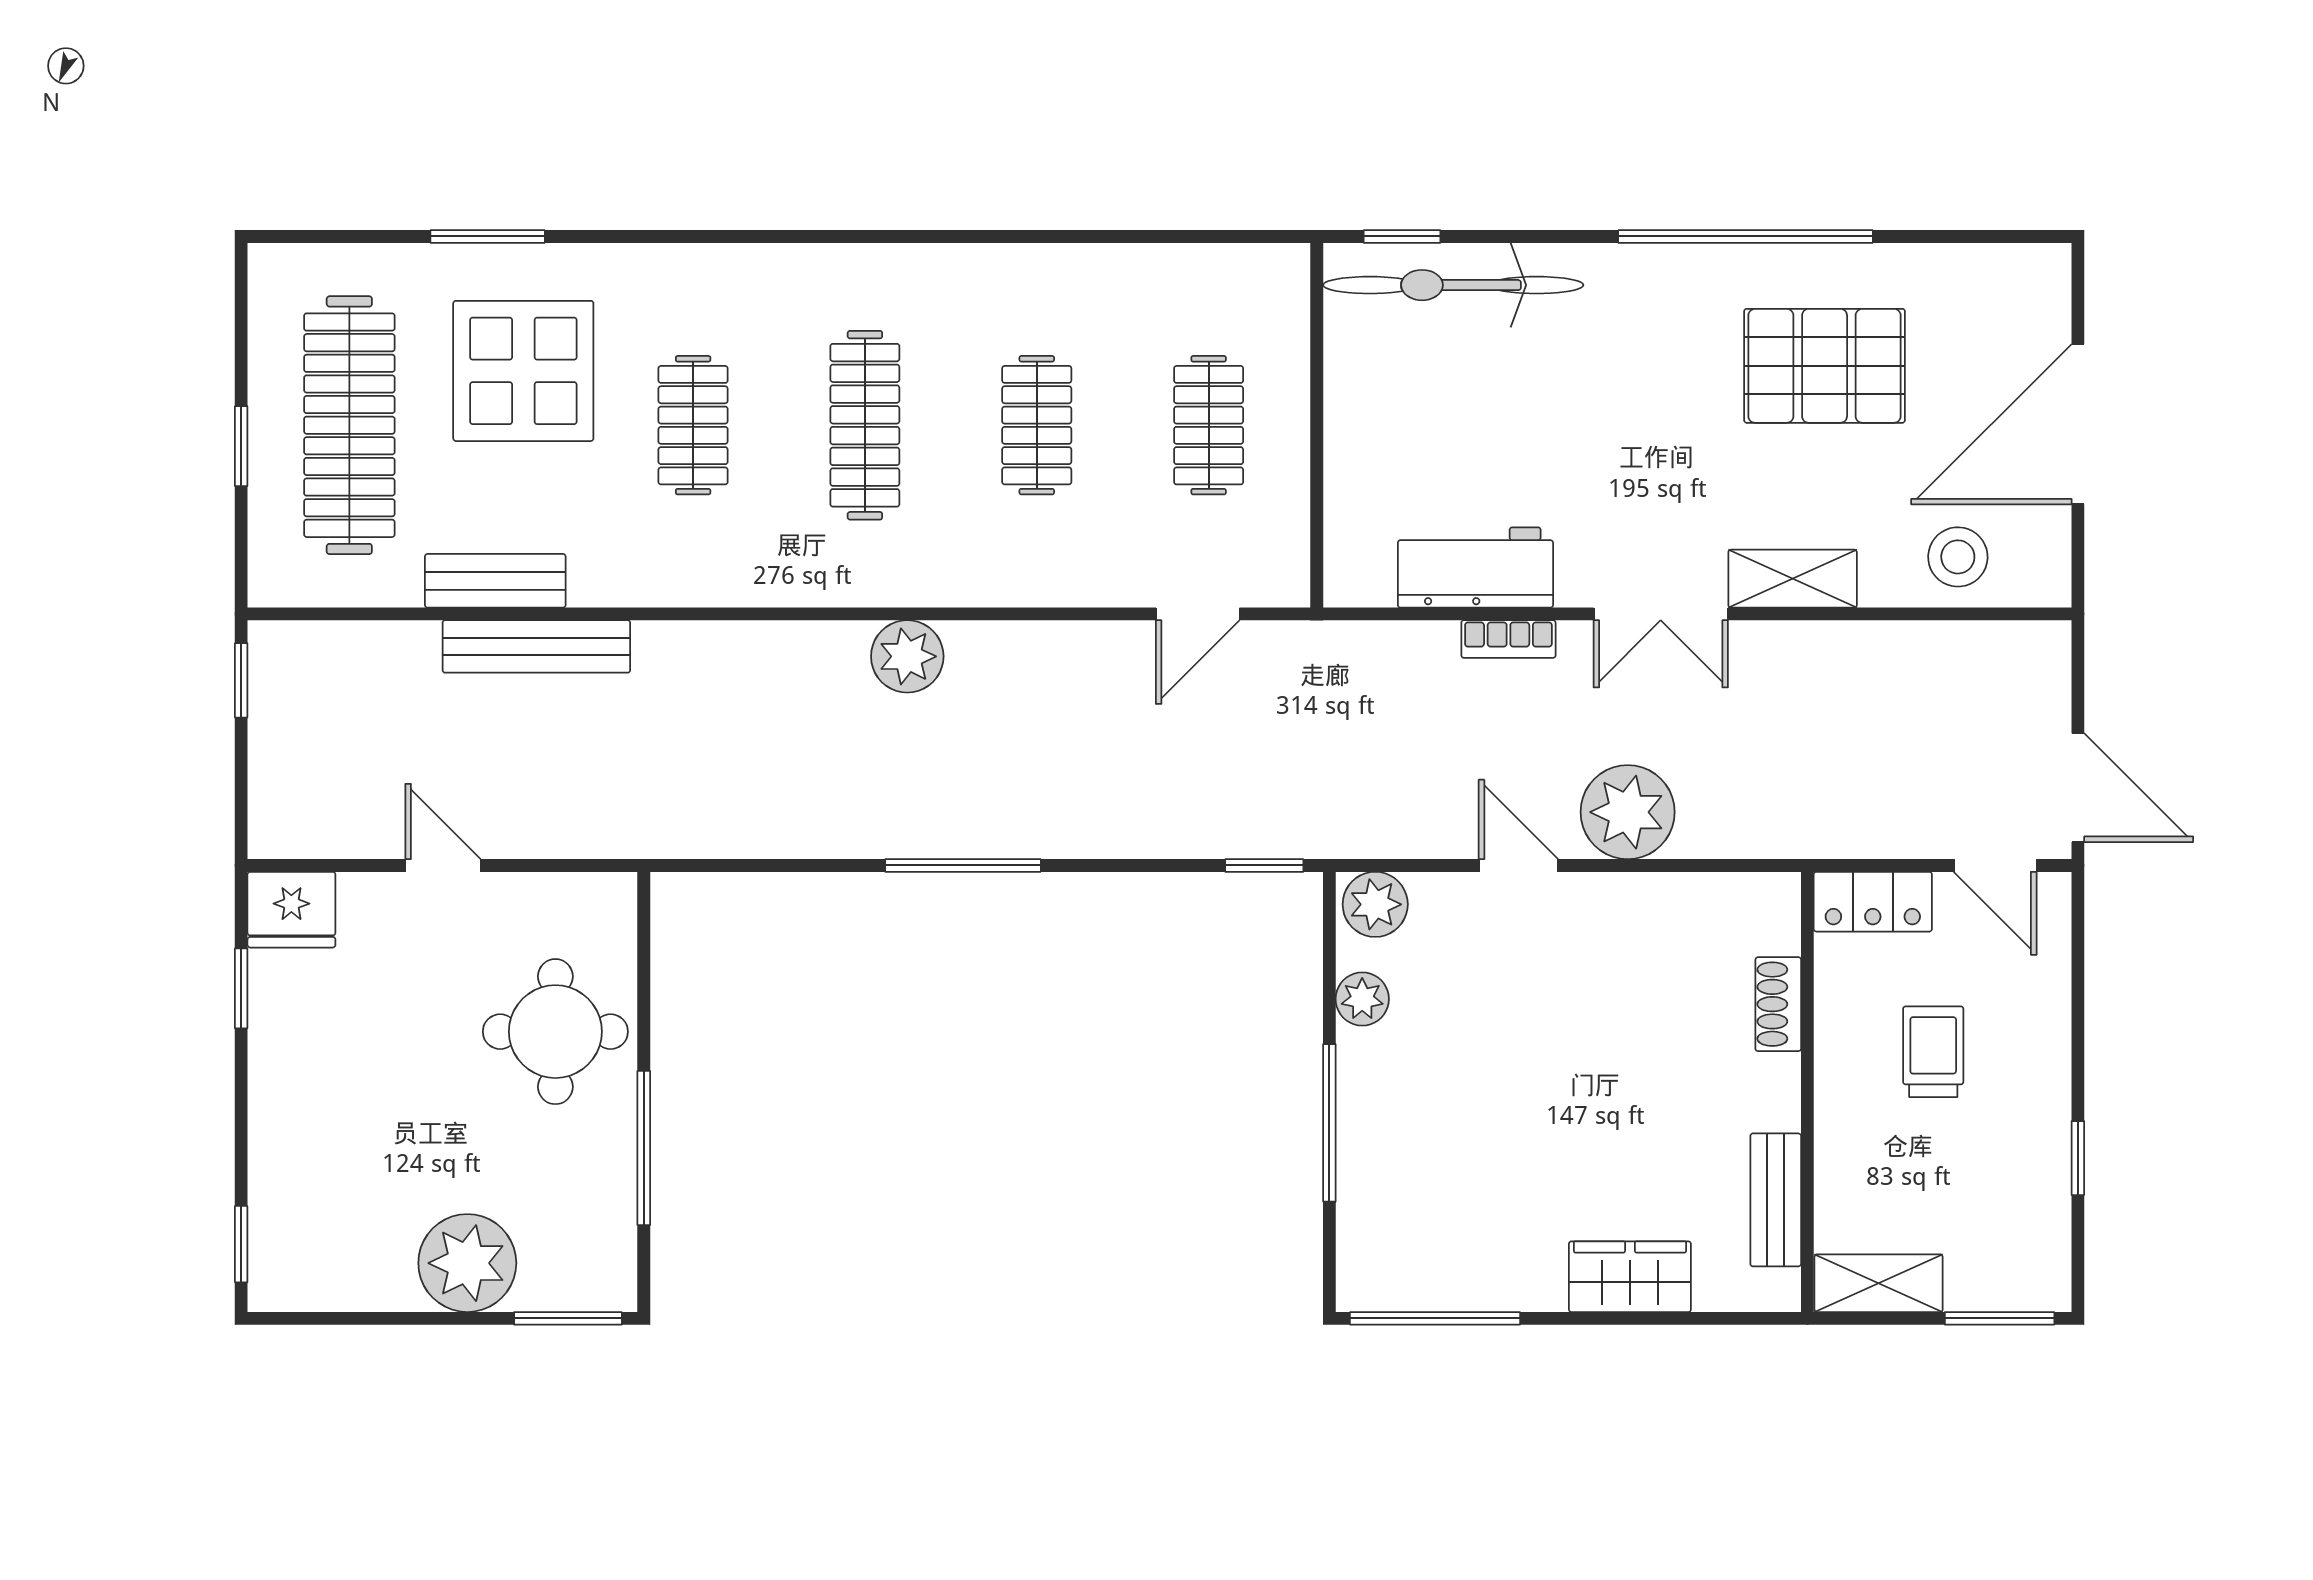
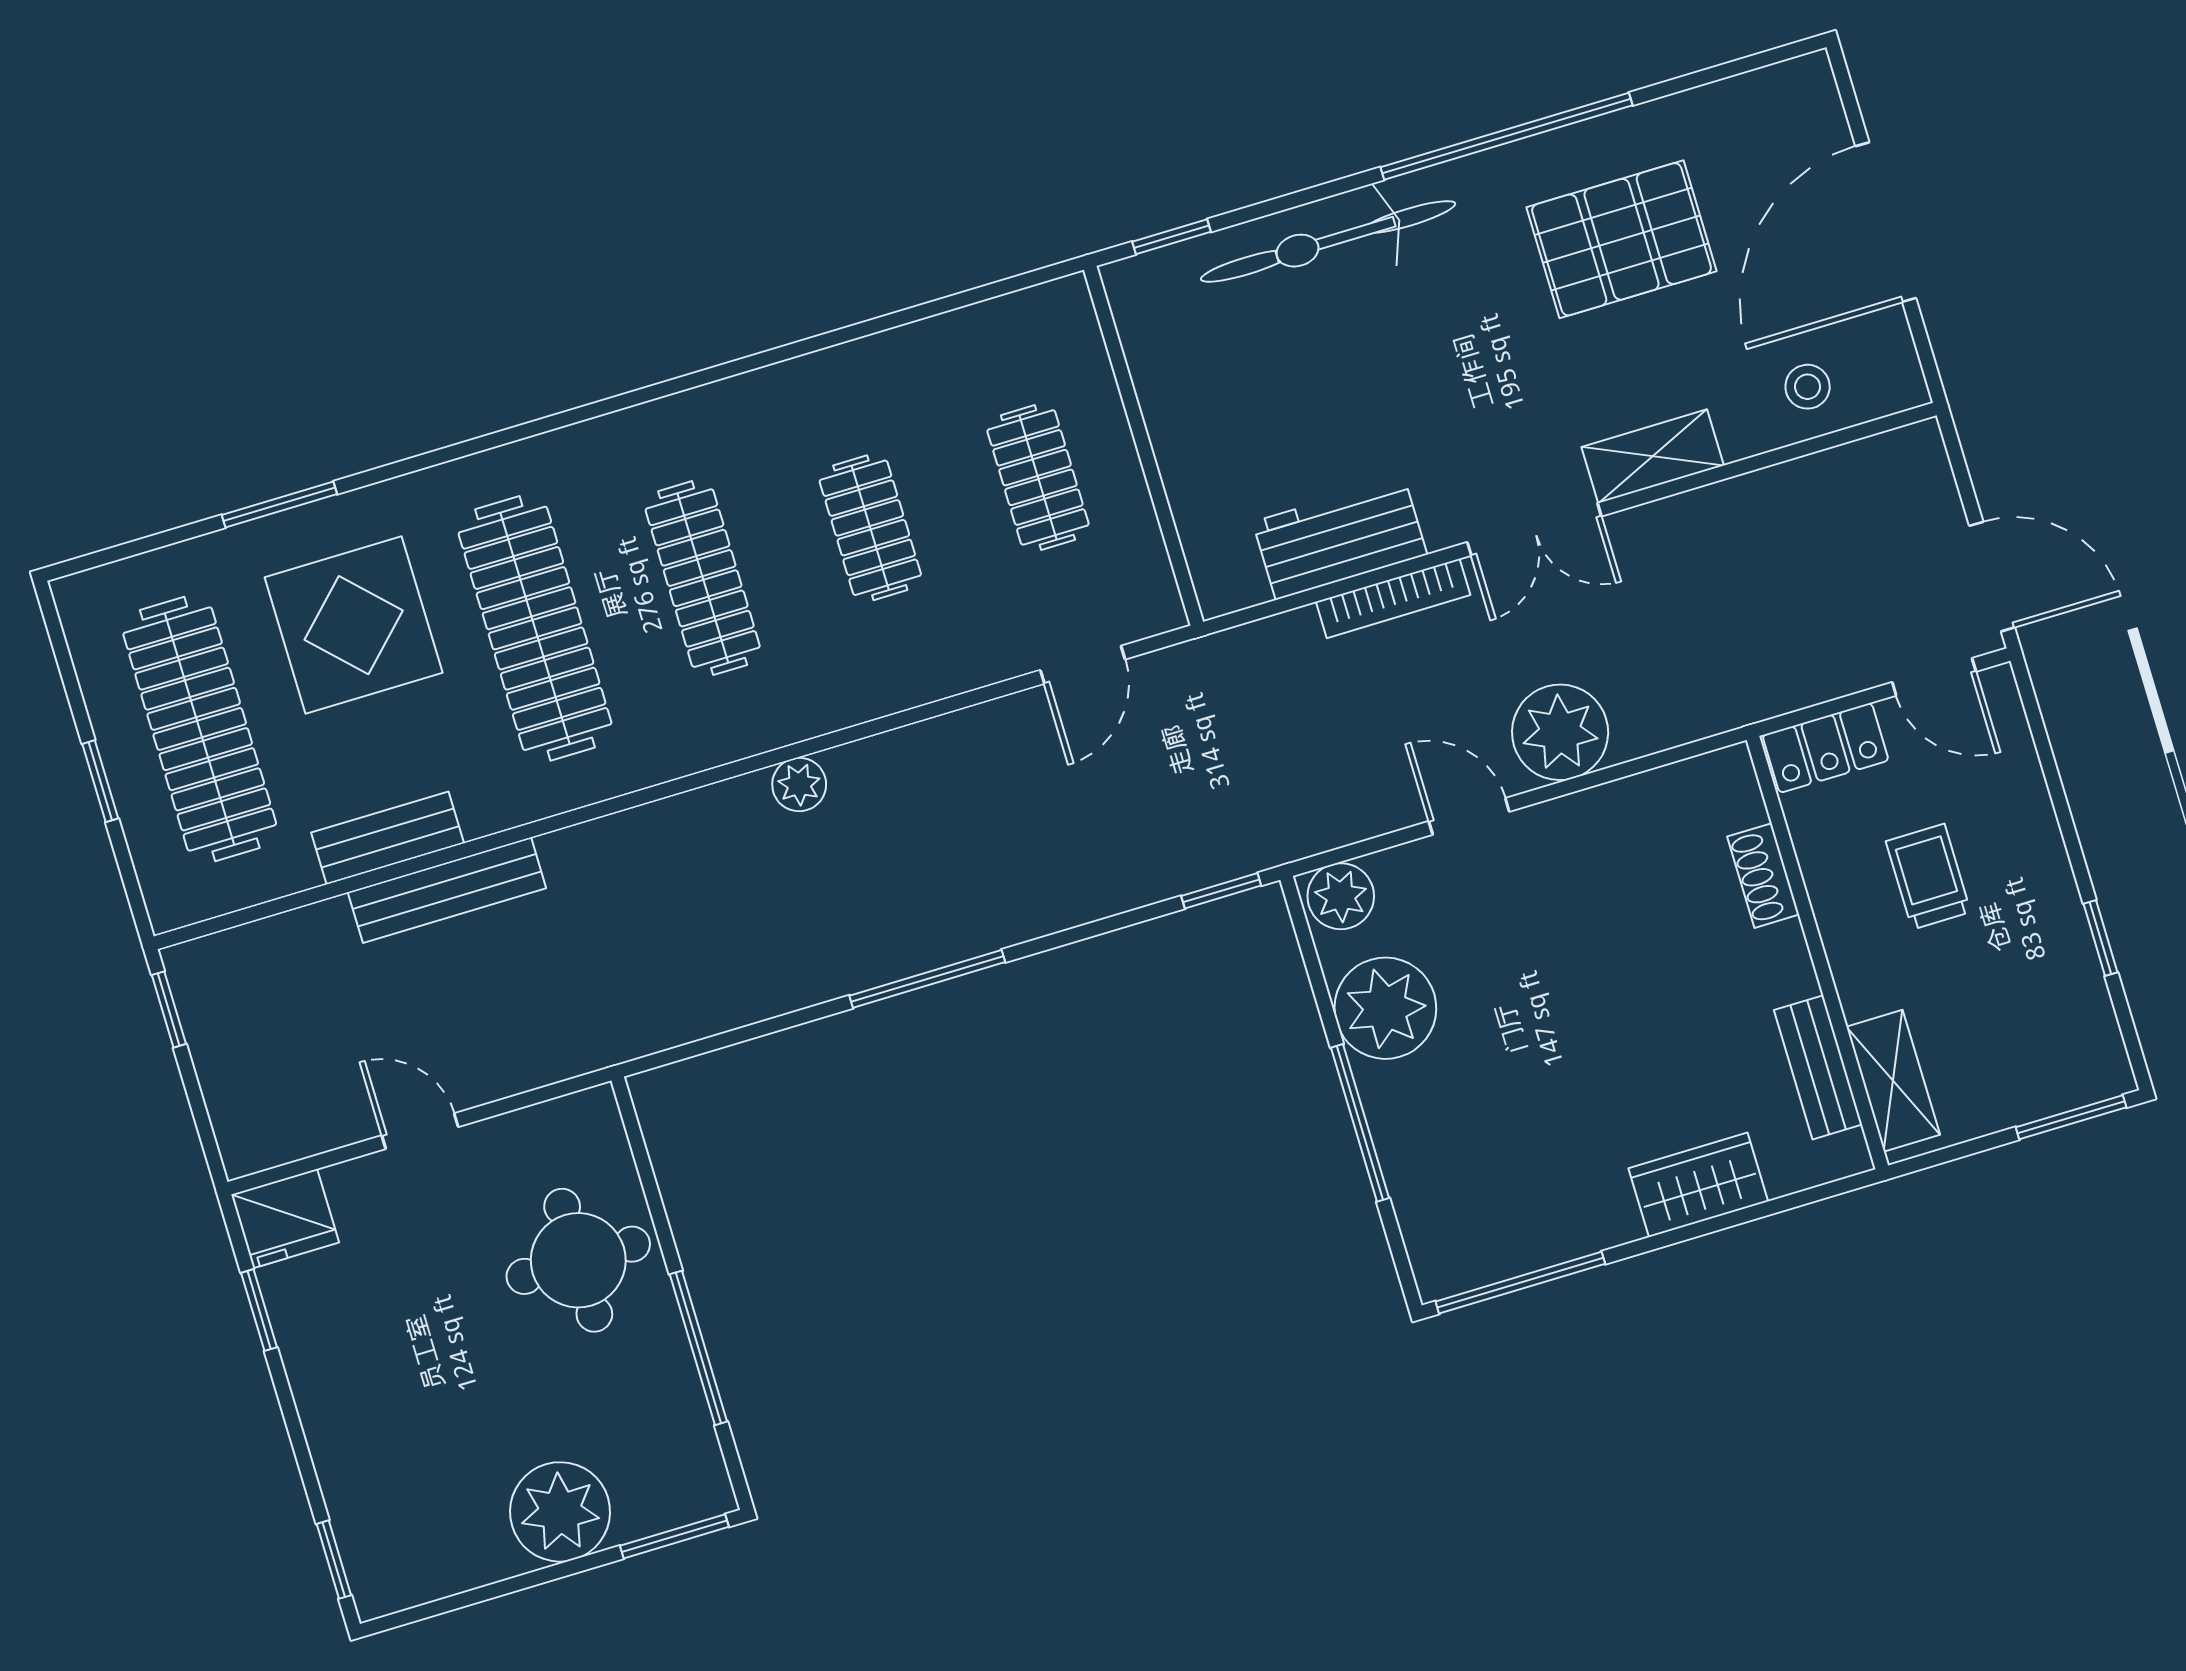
bicycle: (1453, 285) -> (1328, 241), moved
clothes rail: (693, 425) -> (535, 628), width x1.86, depth x1.31
stool: (1958, 557) -> (1808, 387), width x0.73, depth x0.73
bookcase: (1508, 639) -> (1393, 598), width x1.56
plant: (907, 656) -> (799, 785), width x0.73, depth x0.73
plant: (1362, 999) -> (1385, 1008), width x1.88, depth x1.88
shelving: (1879, 1283) -> (1893, 1081), moved, turned 90

